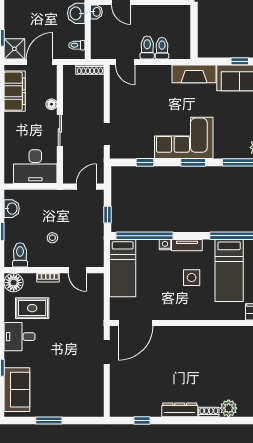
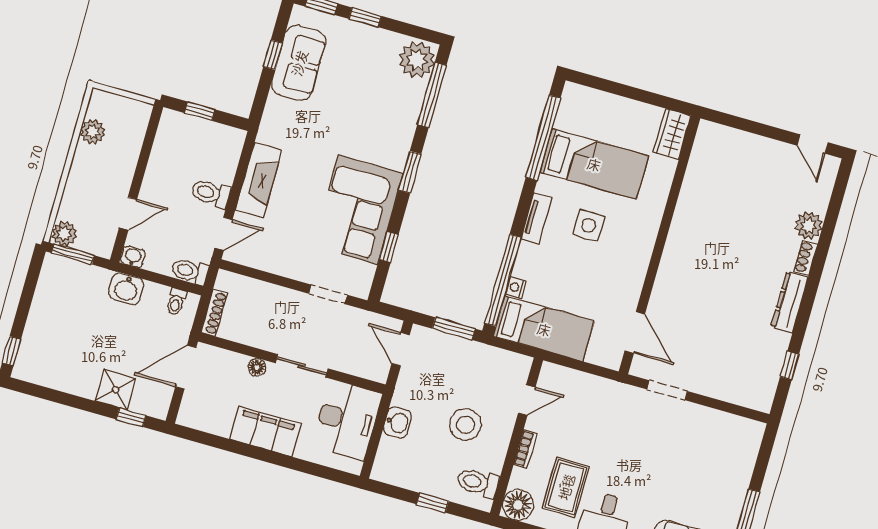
window: (194, 27) -> (200, 111), added
toilet: (162, 48) -> (190, 271), moved
shower: (14, 49) -> (116, 390), moved
door: (40, 62) -> (186, 367), hinge flipped
shoe rack: (90, 70) -> (214, 313), moved
fireplace: (194, 74) -> (259, 180), moved
filing cabinet: (15, 91) -> (265, 432), moved
corner sofa: (184, 138) -> (358, 210), moved
washbasin: (12, 209) -> (398, 422), moved, turned 90
window: (107, 215) -> (454, 329), width x1.50
stool: (52, 238) -> (465, 425), width x1.89, depth x1.89
nightstand: (165, 245) -> (516, 288), moved
door: (136, 323) -> (635, 333), width x0.73

